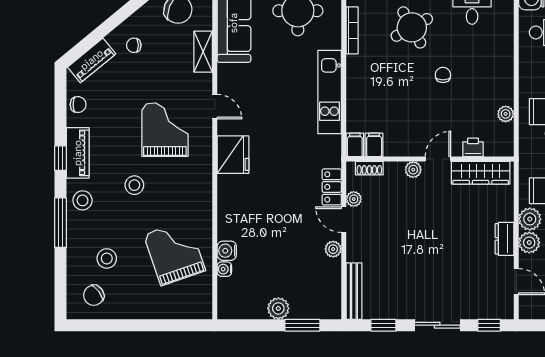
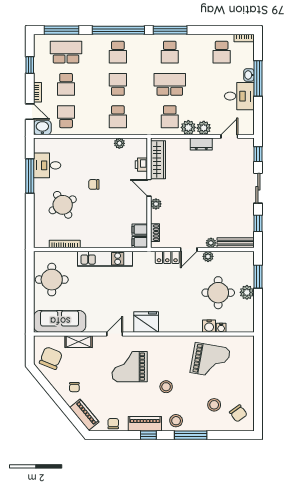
plant: (354, 199) -> (211, 243), moved
grand piano: (174, 253) -> (210, 360), turned -151
round table: (278, 265) -> (218, 293), added

